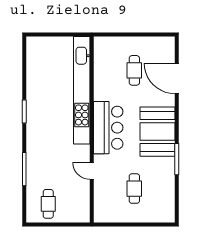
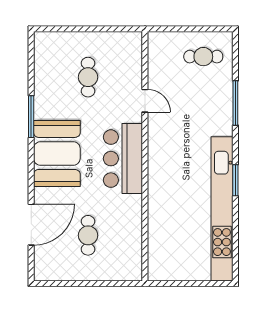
door: (177, 78) -> (31, 225), hinge flipped
kitchen unit: (82, 90) -> (222, 209), moved, turned 180
cafe table: (48, 204) -> (203, 57), turned 90

